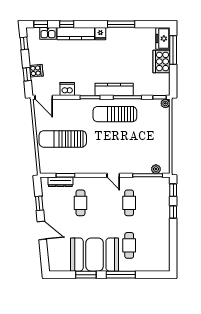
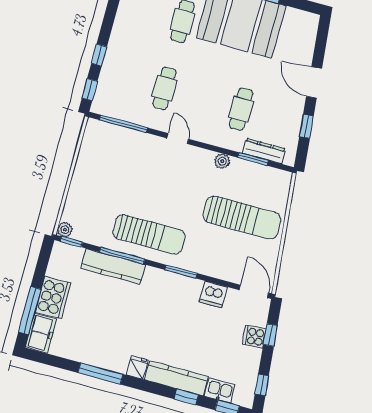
kitchen counter: (114, 89) -> (113, 267), moved
plant: (156, 169) -> (222, 161), moved

